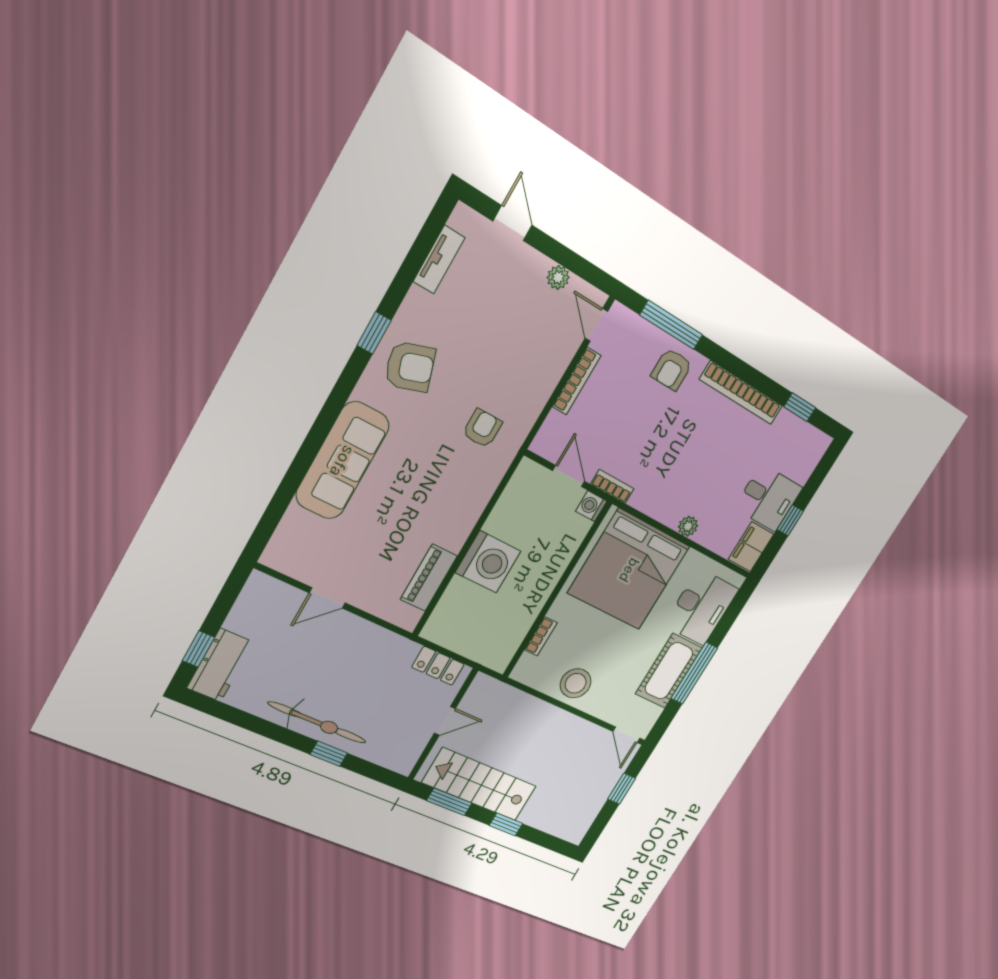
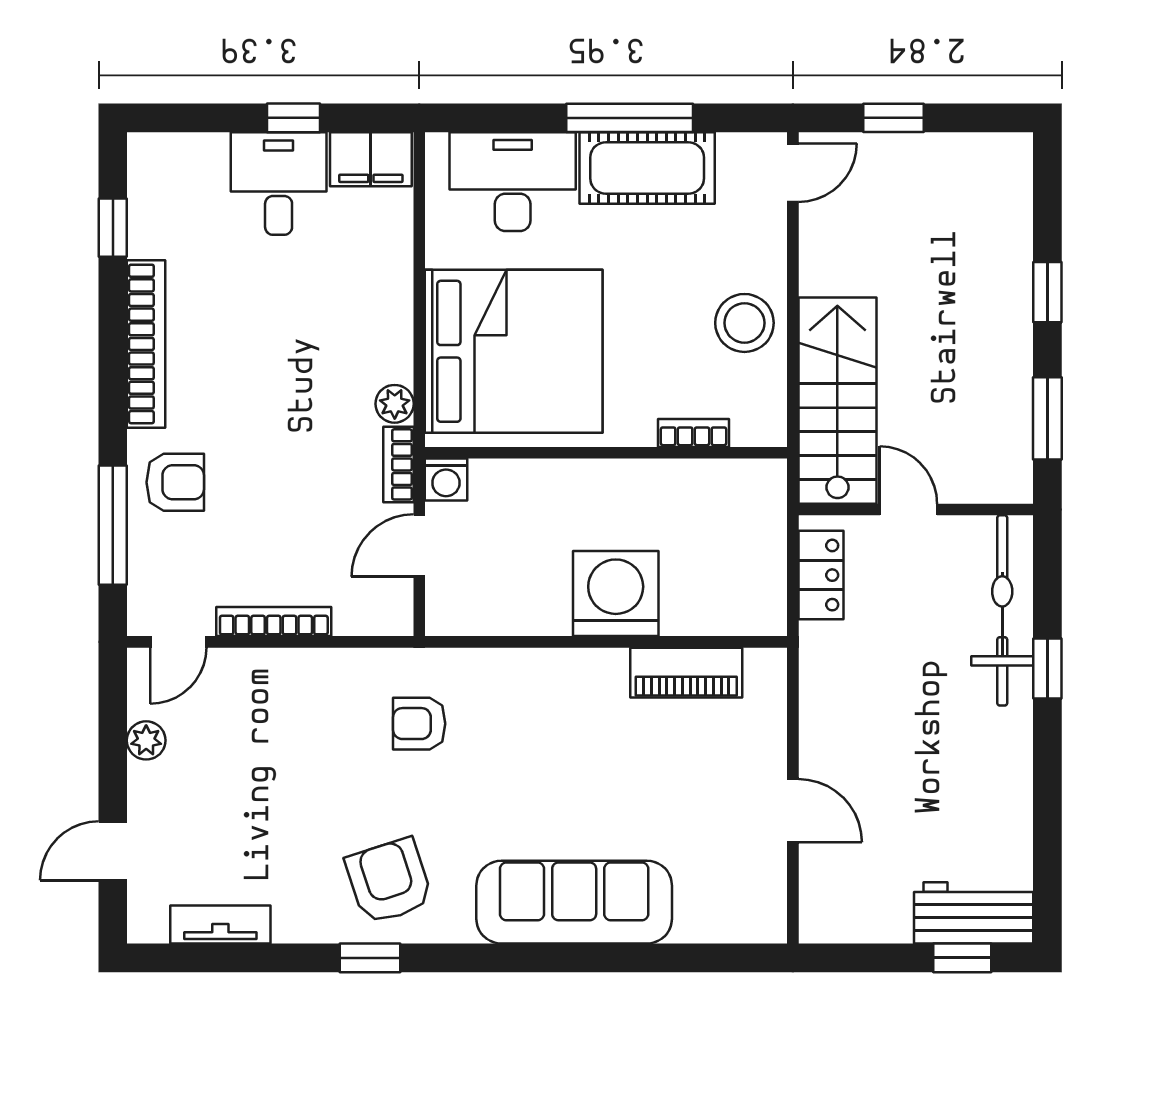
plant: (688, 526) -> (395, 404), moved
bicycle: (317, 723) -> (1002, 610), moved
stairs: (480, 784) -> (837, 401), moved, turned 180

